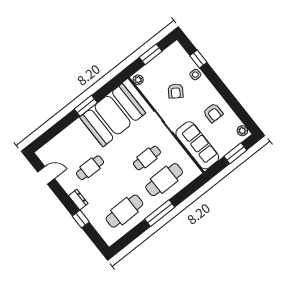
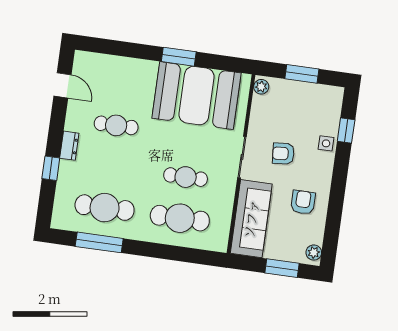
armchair: (176, 91) -> (283, 154), moved, turned 51
armchair: (213, 113) -> (303, 202), turned 180
window: (160, 213) -> (99, 242), moved

